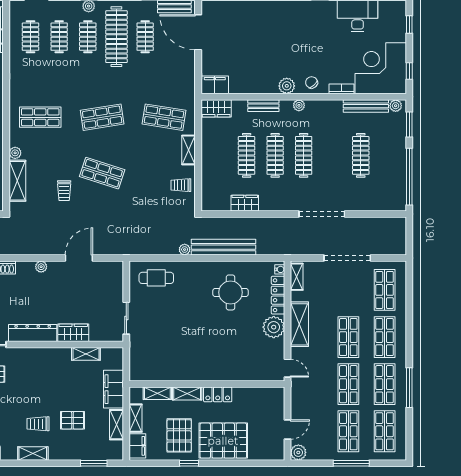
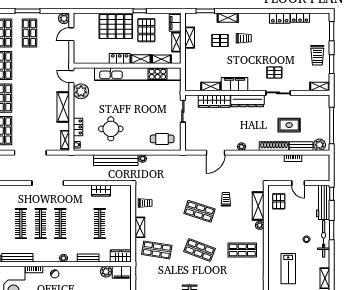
plant: (287, 86) -> (106, 272), moved
shop shelf: (102, 117) -> (200, 250), turned 30
clothes rail: (275, 155) -> (41, 224), moved
locker: (278, 295) -> (78, 127), width x0.66
plant: (274, 327) -> (81, 91), moved
wardrobe: (73, 333) -> (214, 101), width x1.50
shop shelf: (348, 337) -> (29, 98), removed
kitchen unit: (192, 372) -> (138, 74), added
shop shelf: (348, 384) -> (29, 66), removed
filing cabinet: (114, 389) -> (235, 84), moved, turned -90
shelving: (33, 453) -> (228, 18), moved

